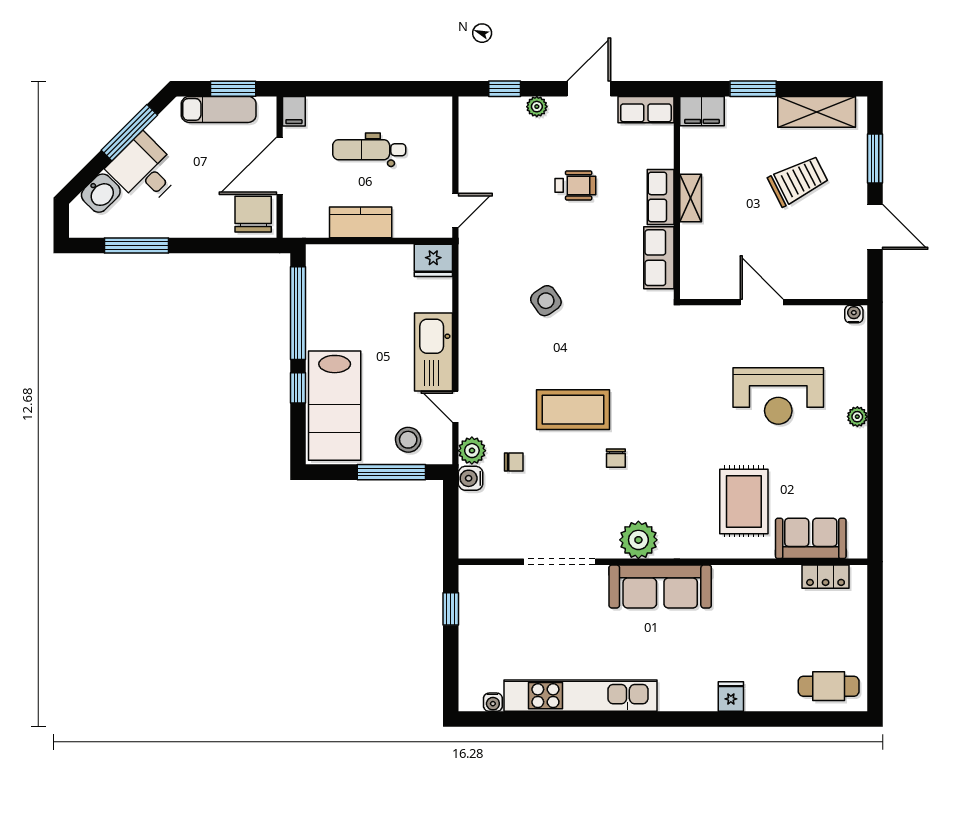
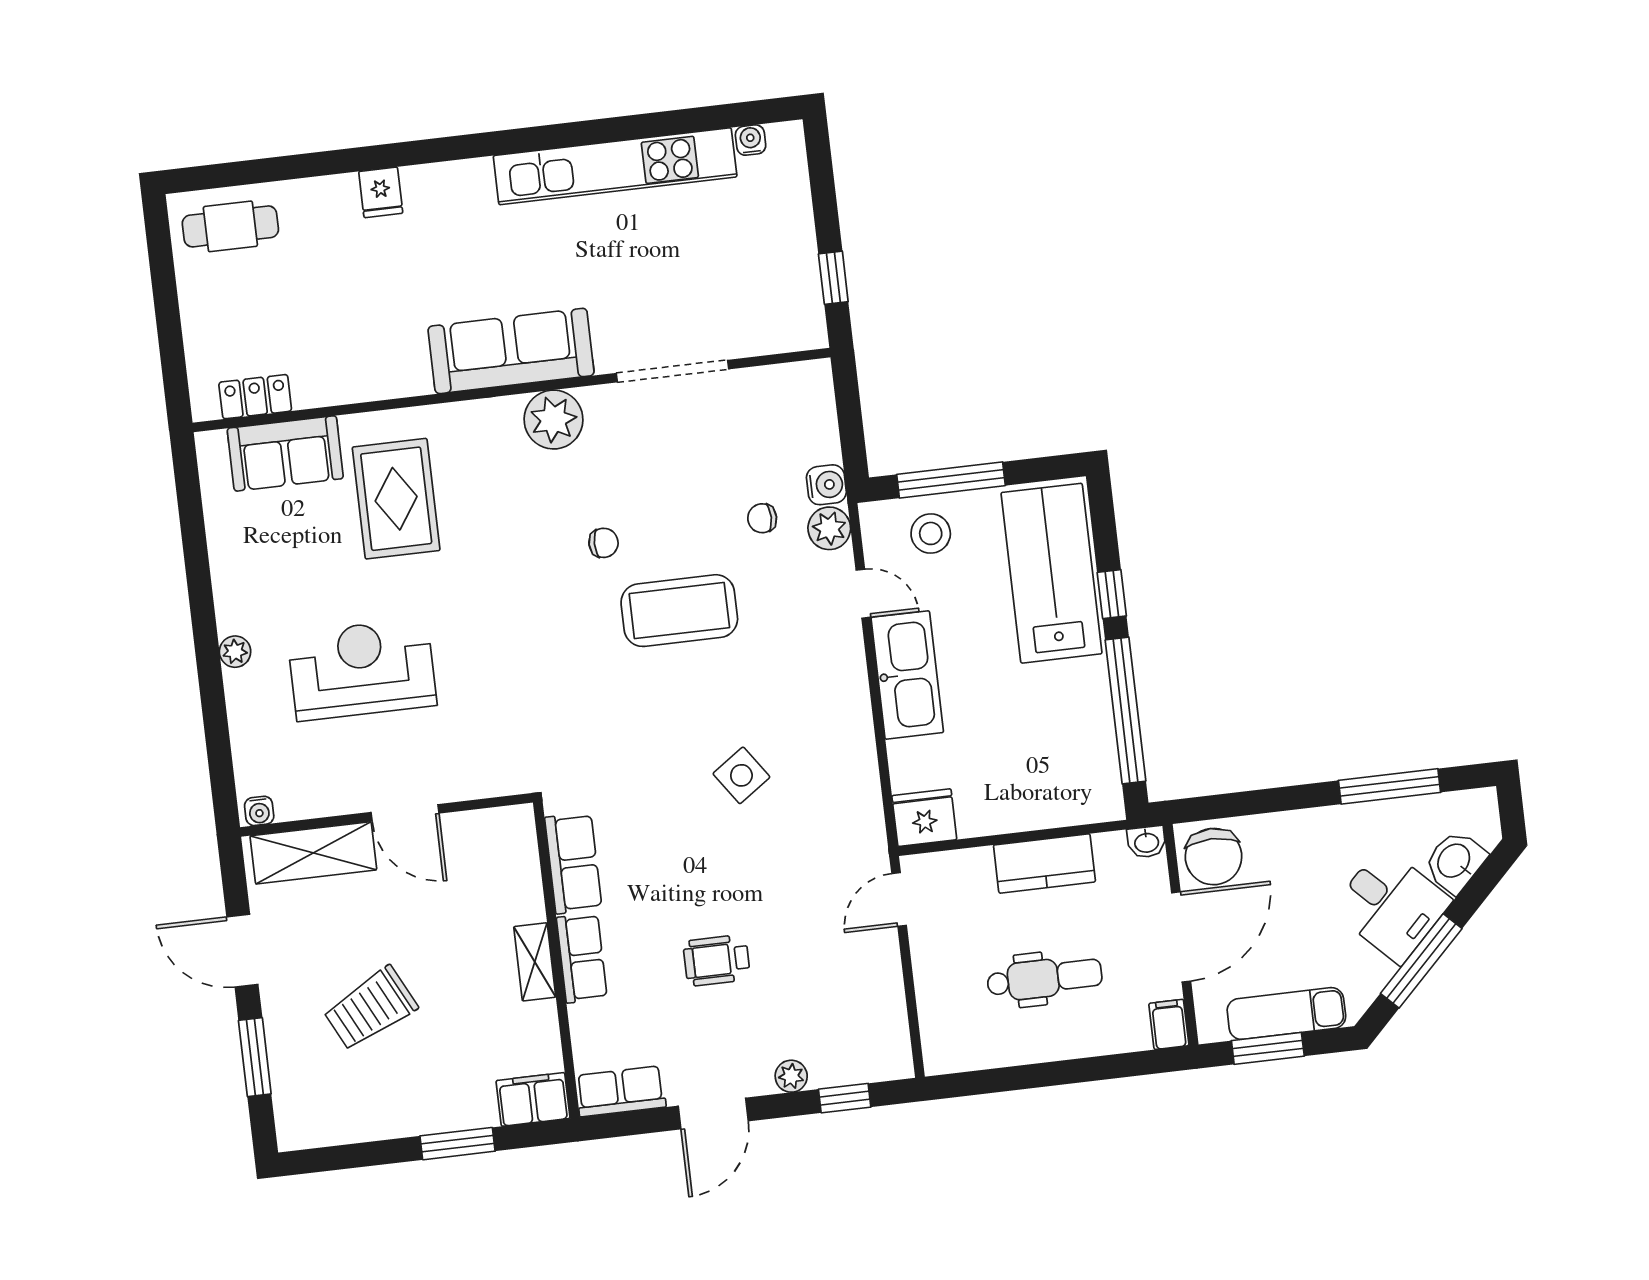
shelving: (817, 112) -> (313, 853), moved
washbasin: (294, 228) -> (1147, 842), added
chair: (616, 458) -> (604, 543), turned 90

